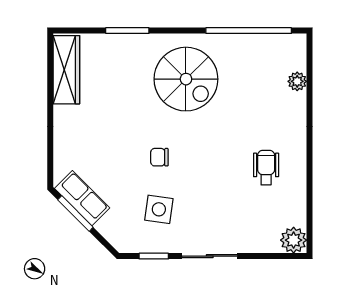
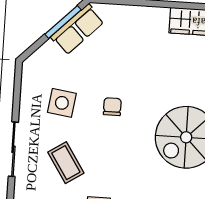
coffee table: (220, 201) -> (66, 163), added
window: (154, 256) -> (17, 95), removed

